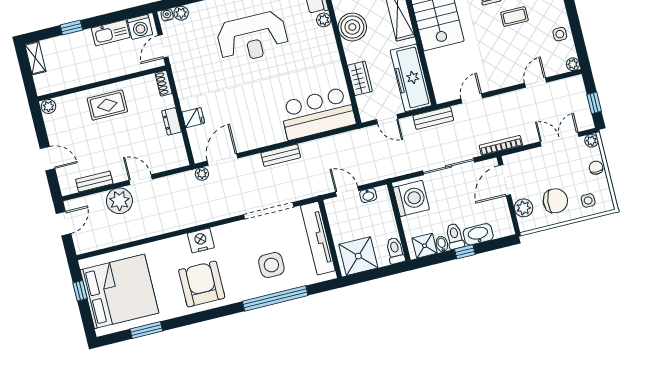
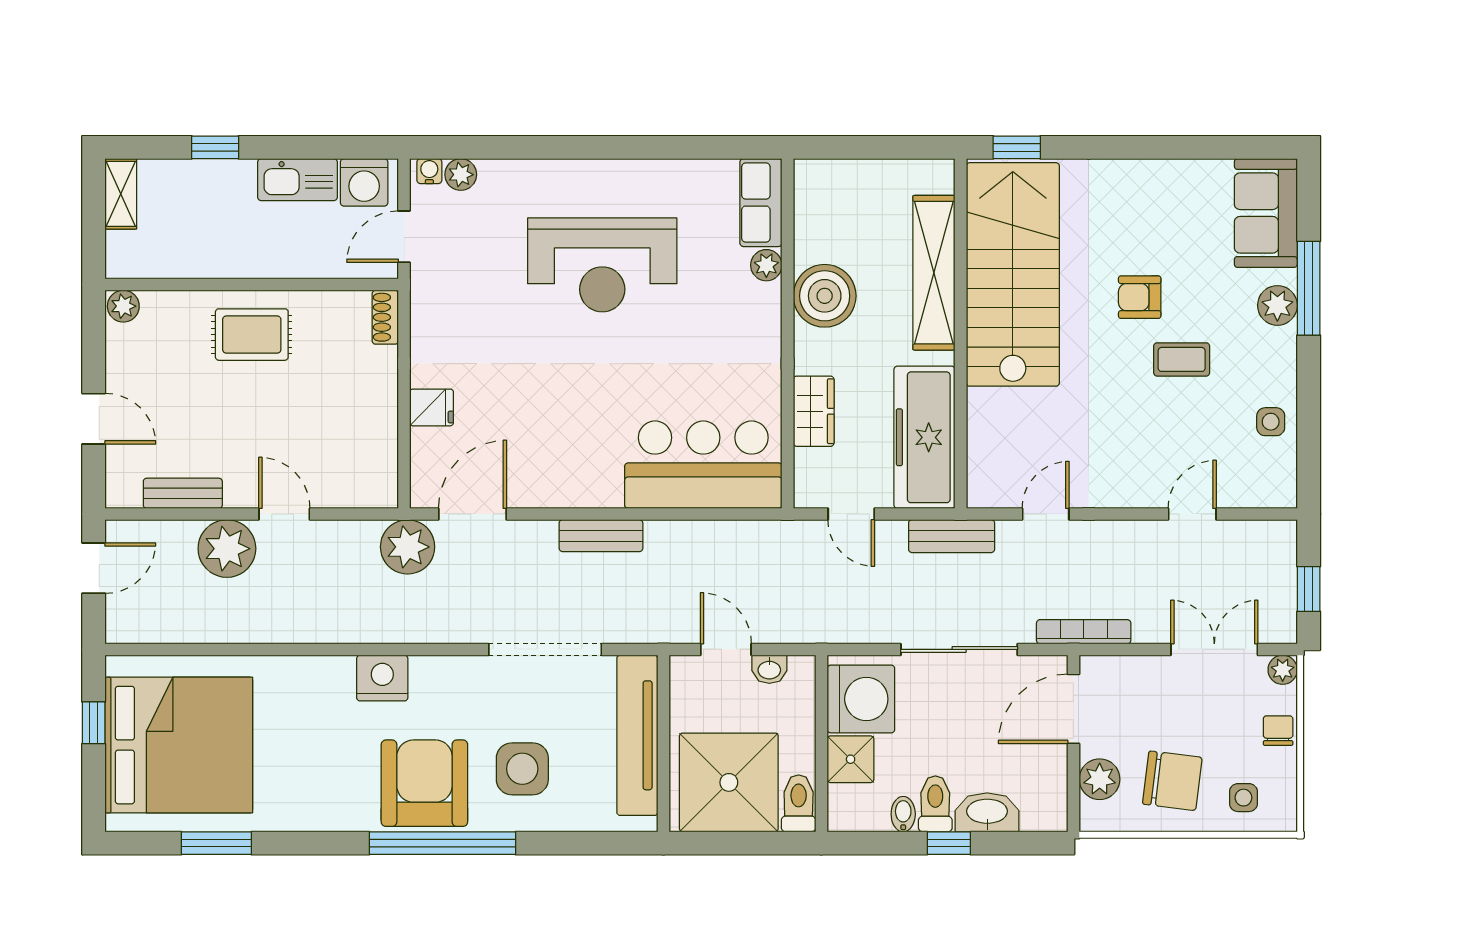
plant: (573, 64) -> (1283, 494), removed
dresser: (172, 121) -> (382, 404), removed
plant: (202, 174) -> (408, 547), width x1.88, depth x1.88
shower: (425, 246) -> (851, 759), moved
shower: (358, 256) -> (729, 782), width x1.37, depth x1.37
armchair: (202, 284) -> (424, 783), moved
window: (275, 298) -> (442, 843), moved

